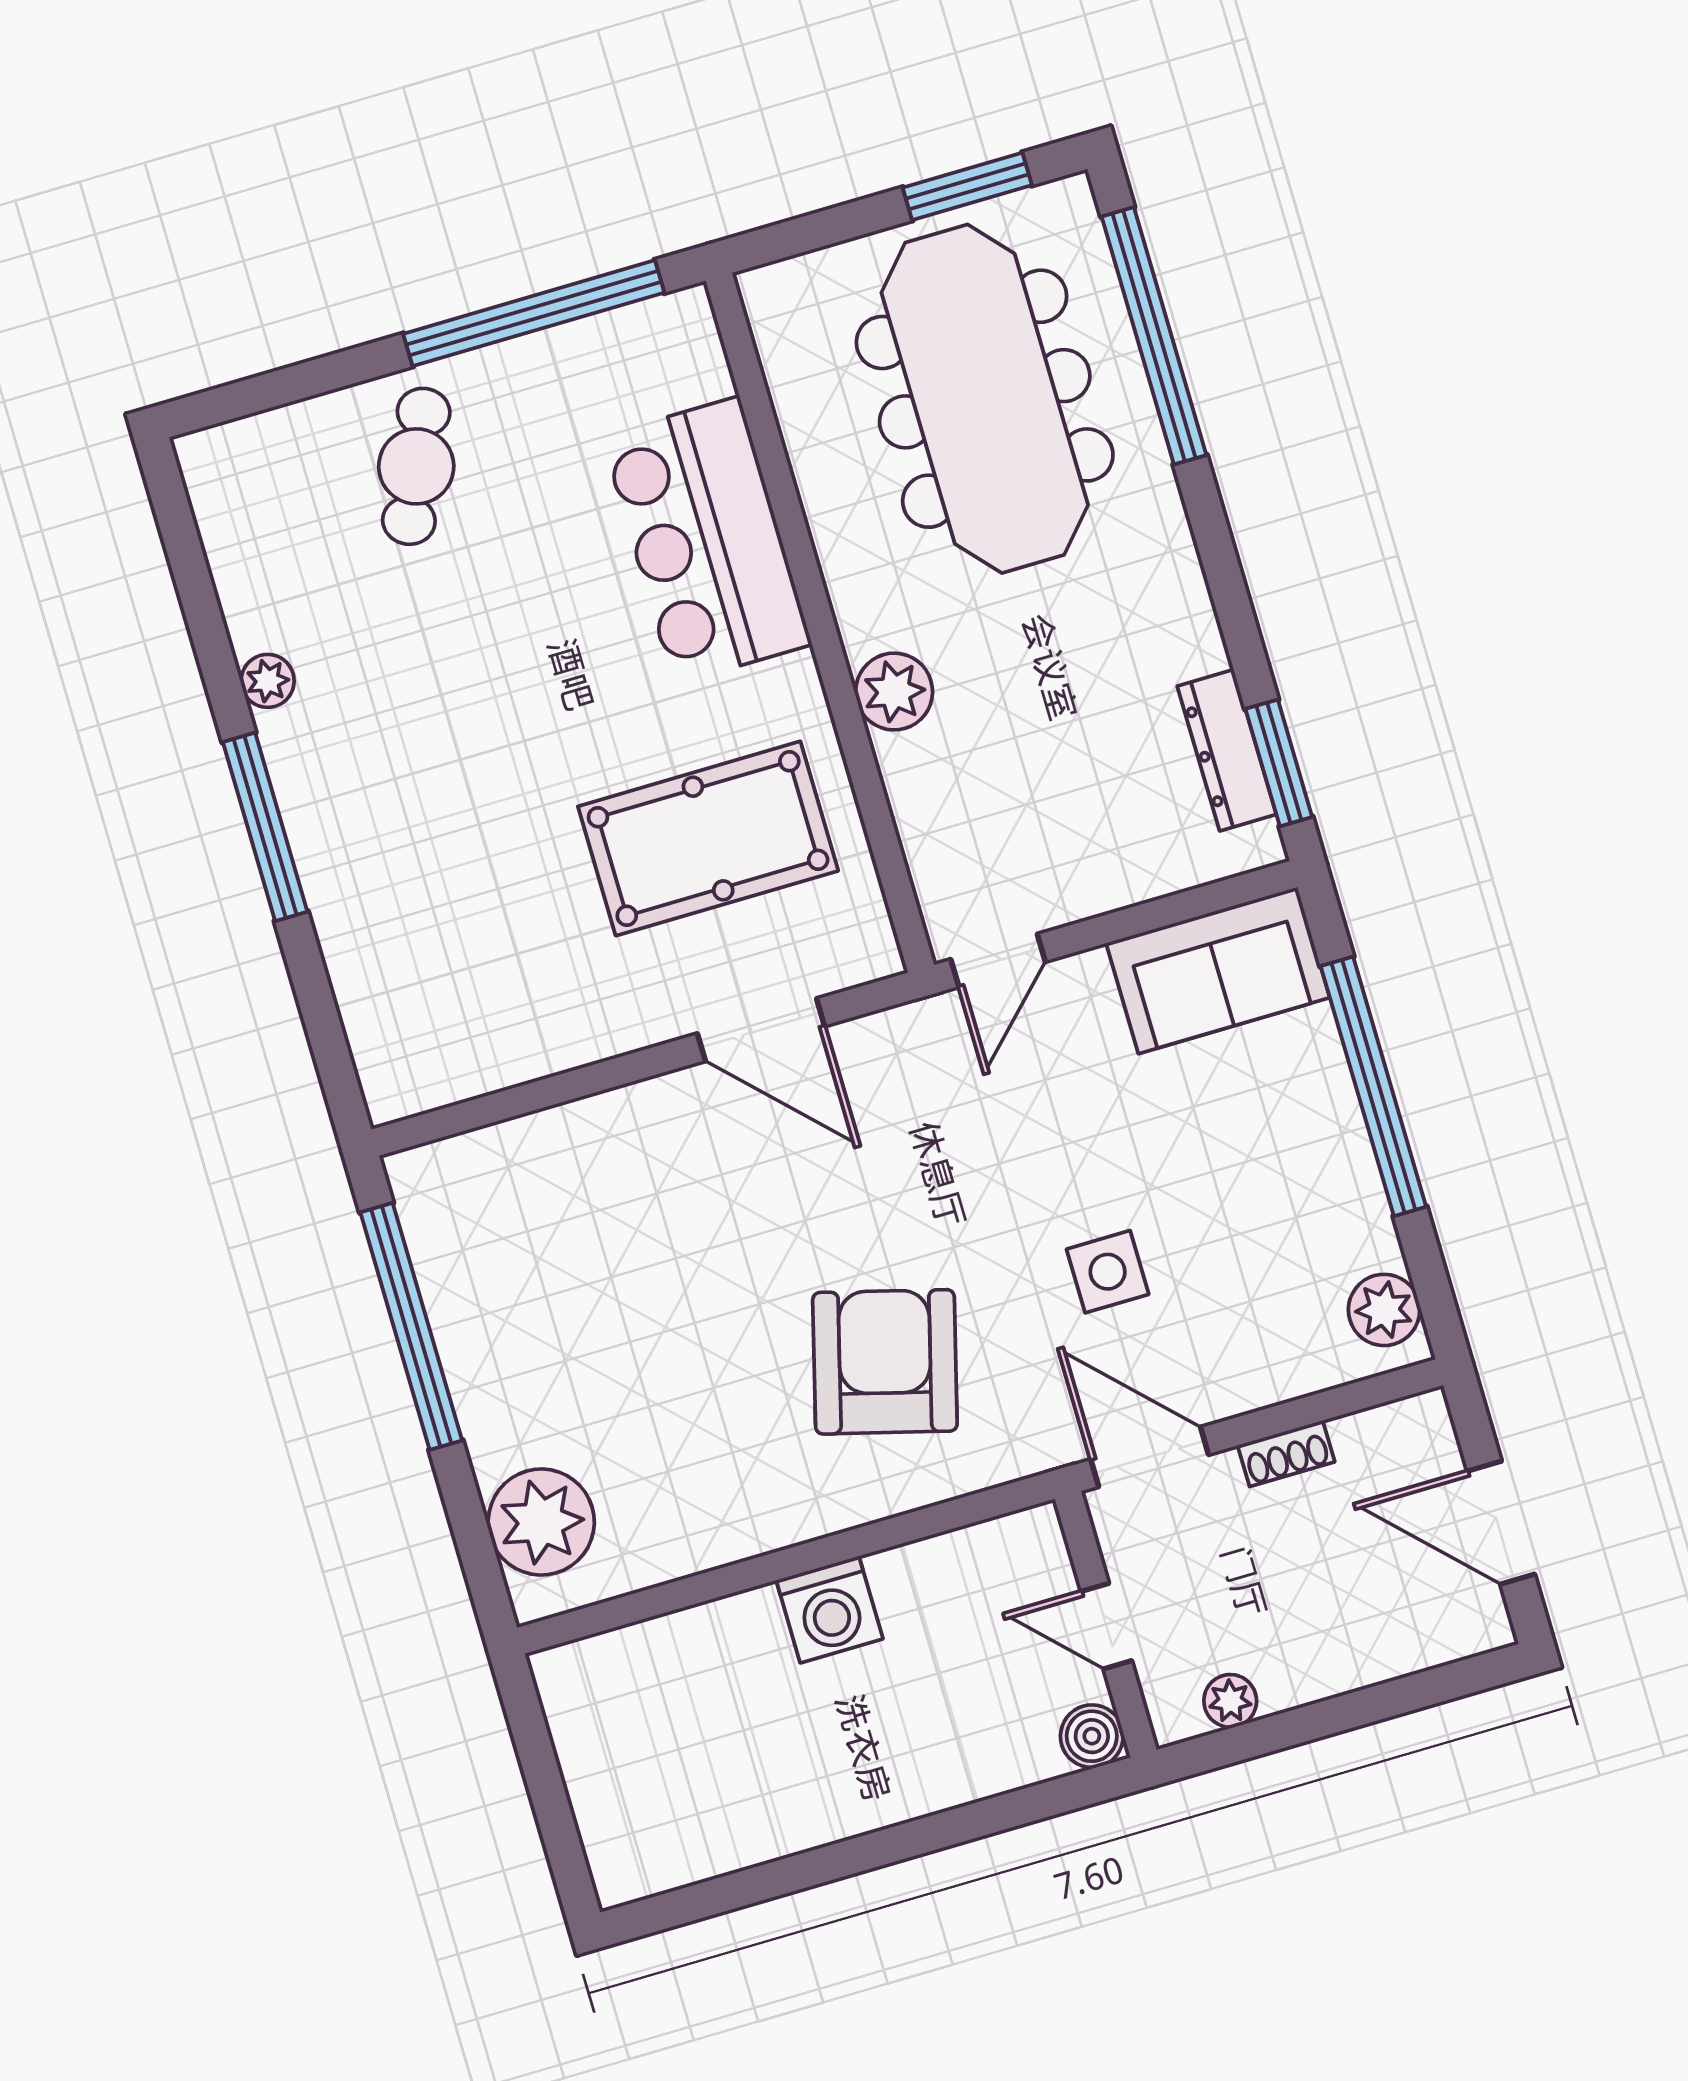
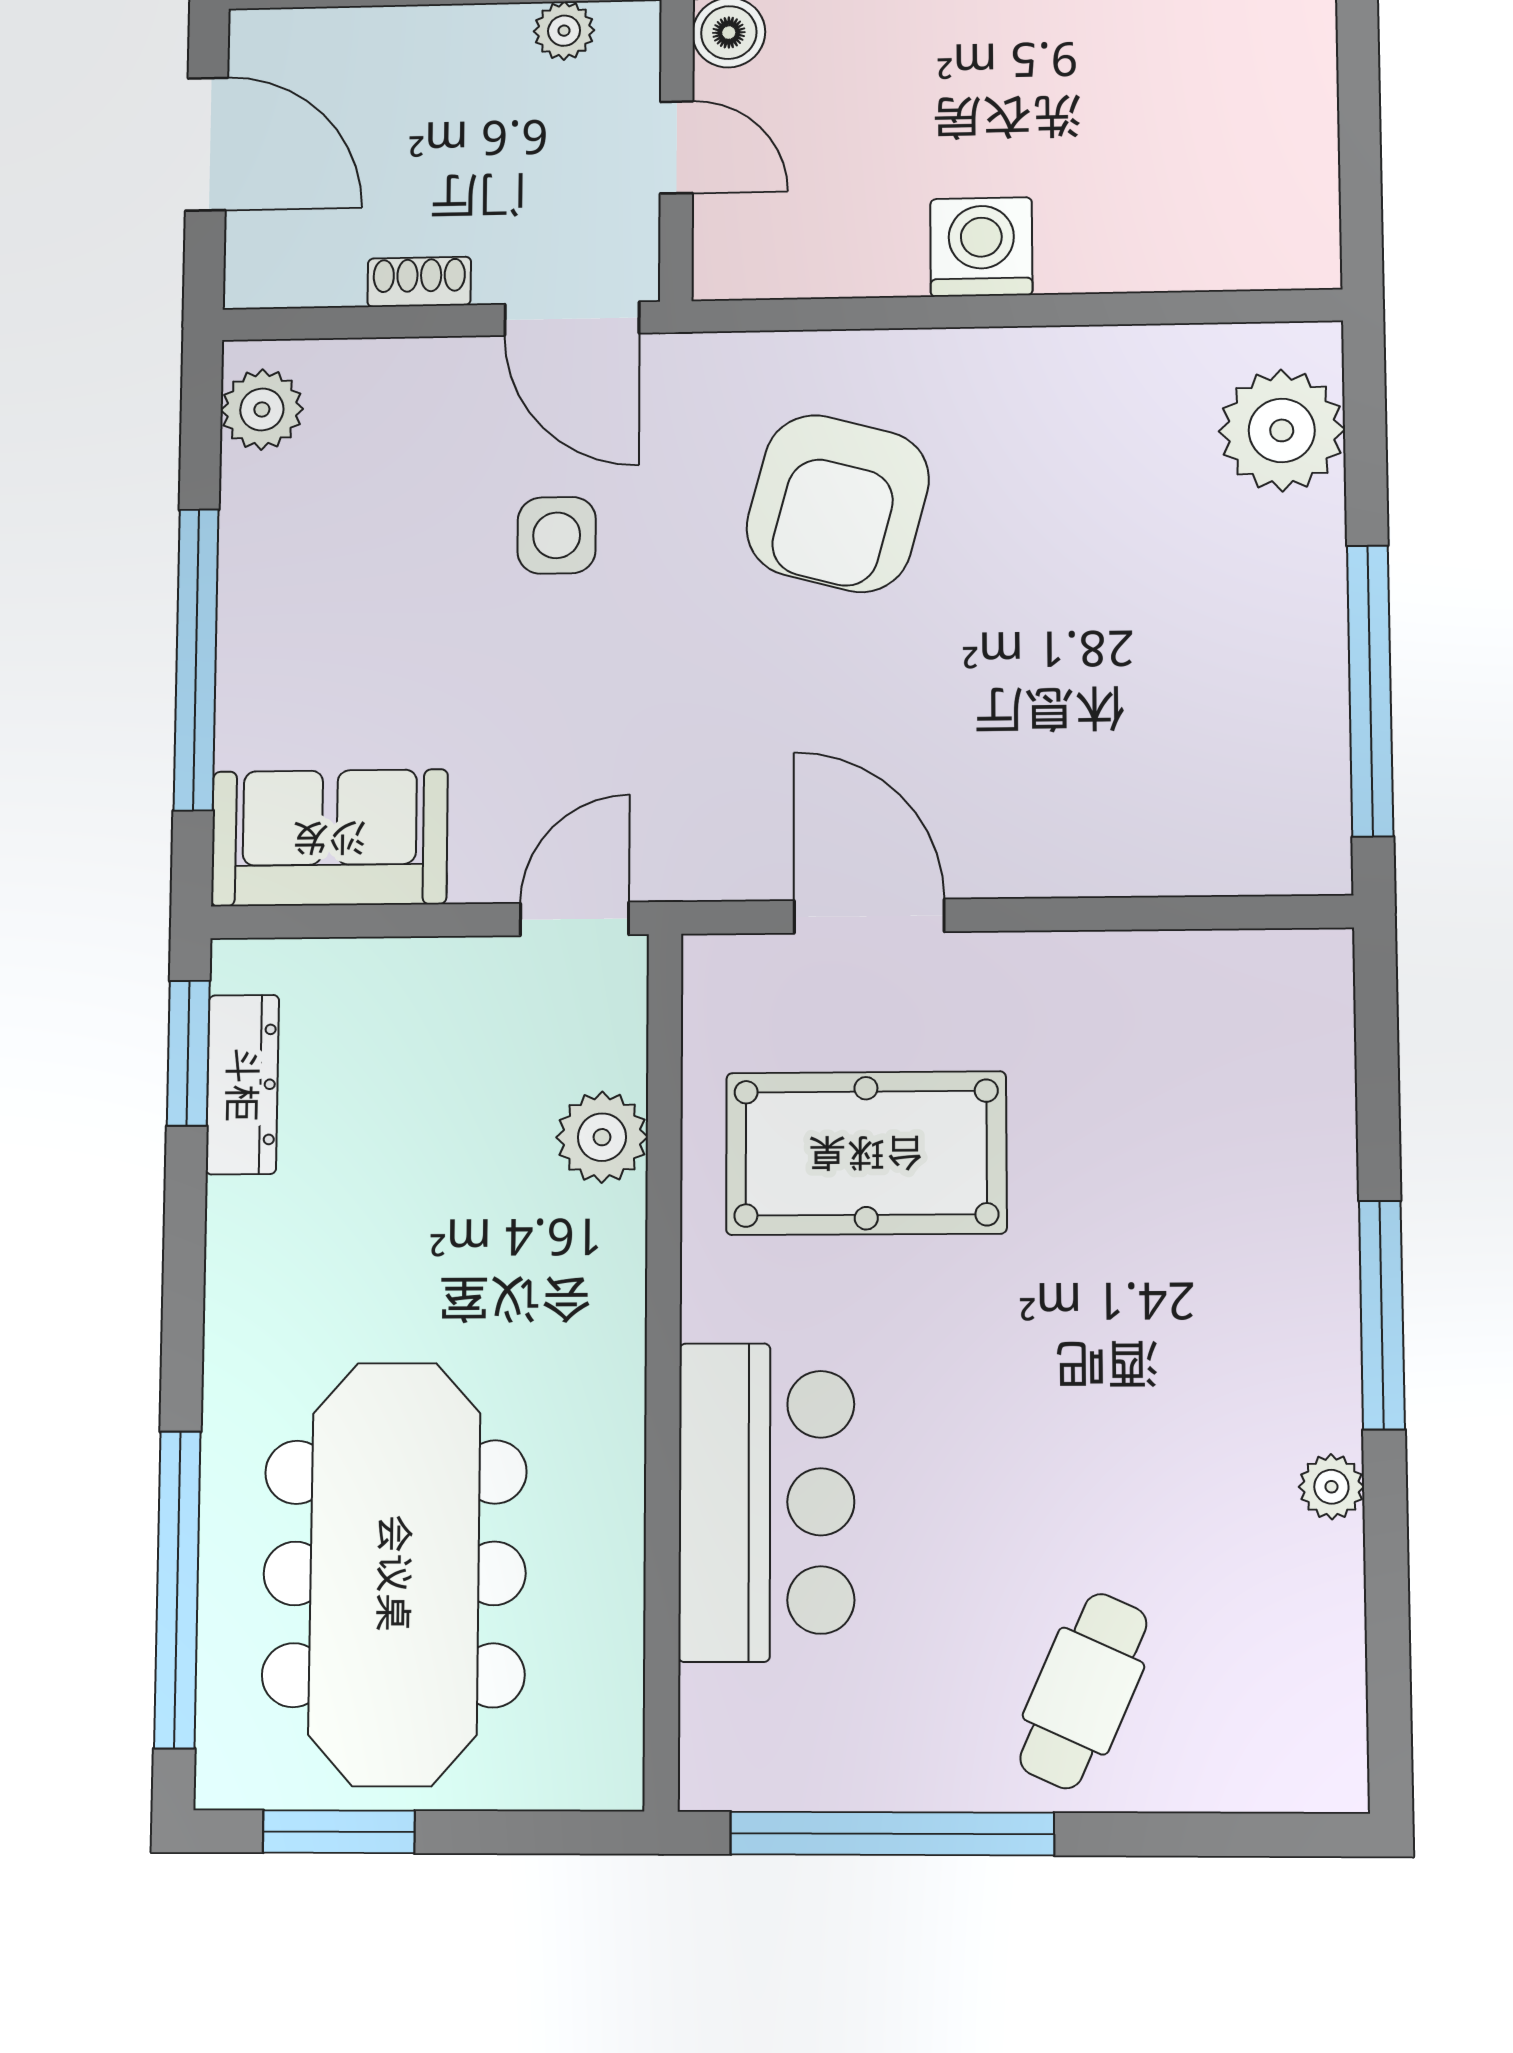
plant: (894, 692) -> (602, 1137), moved

